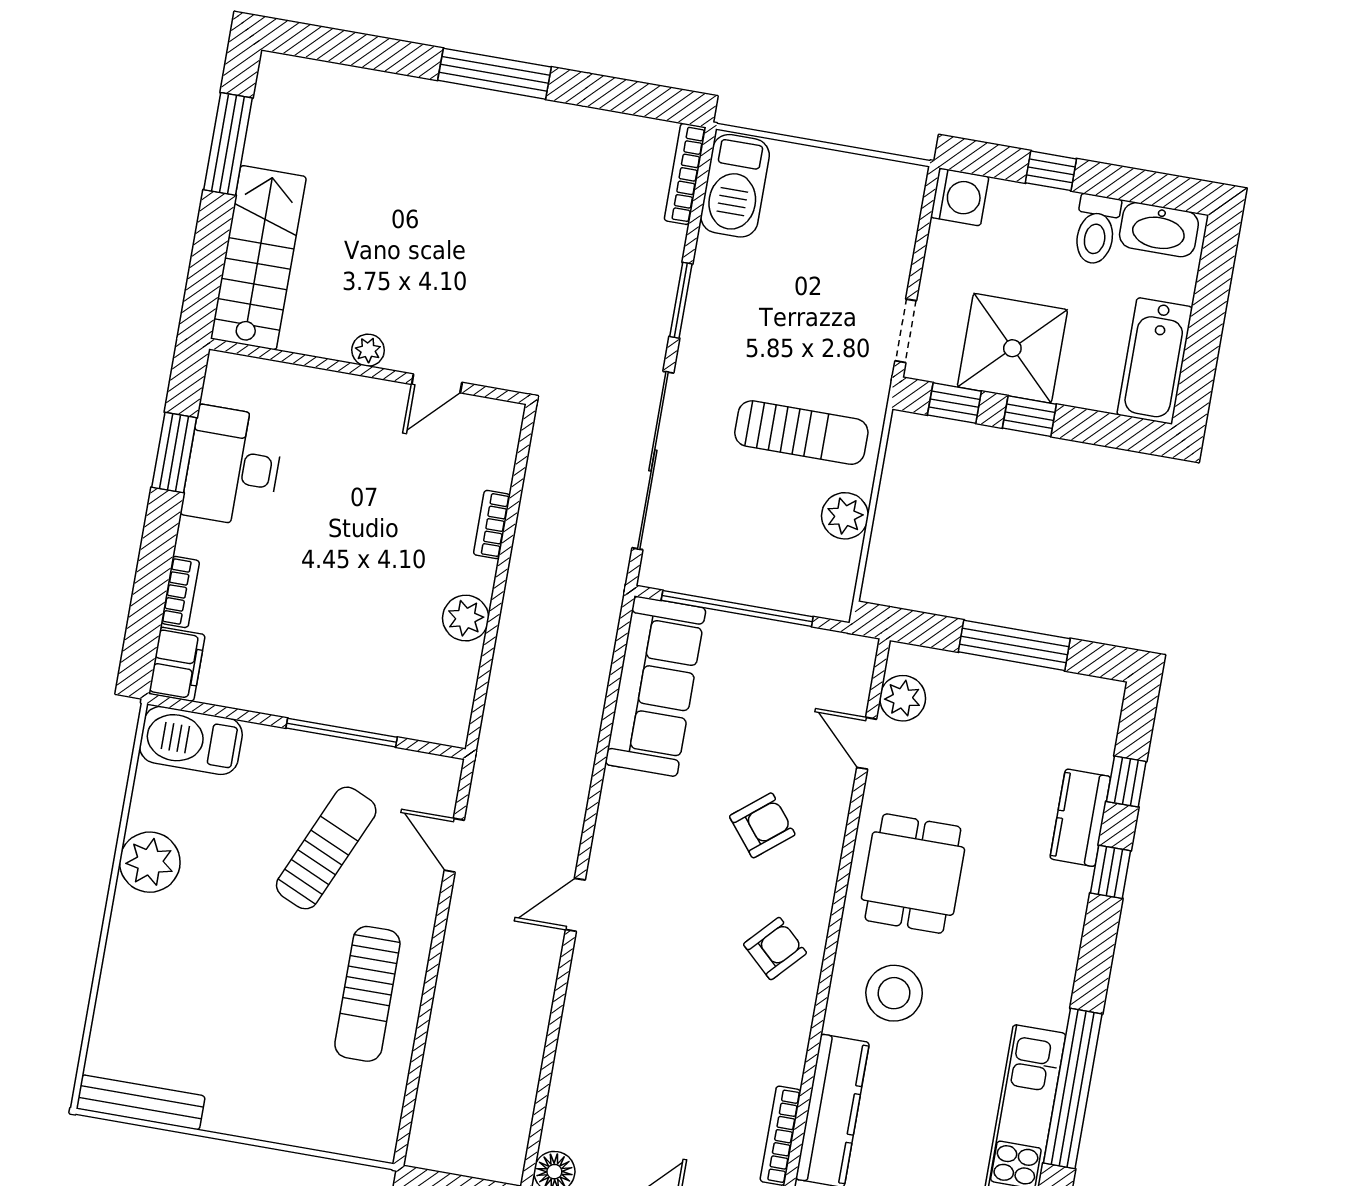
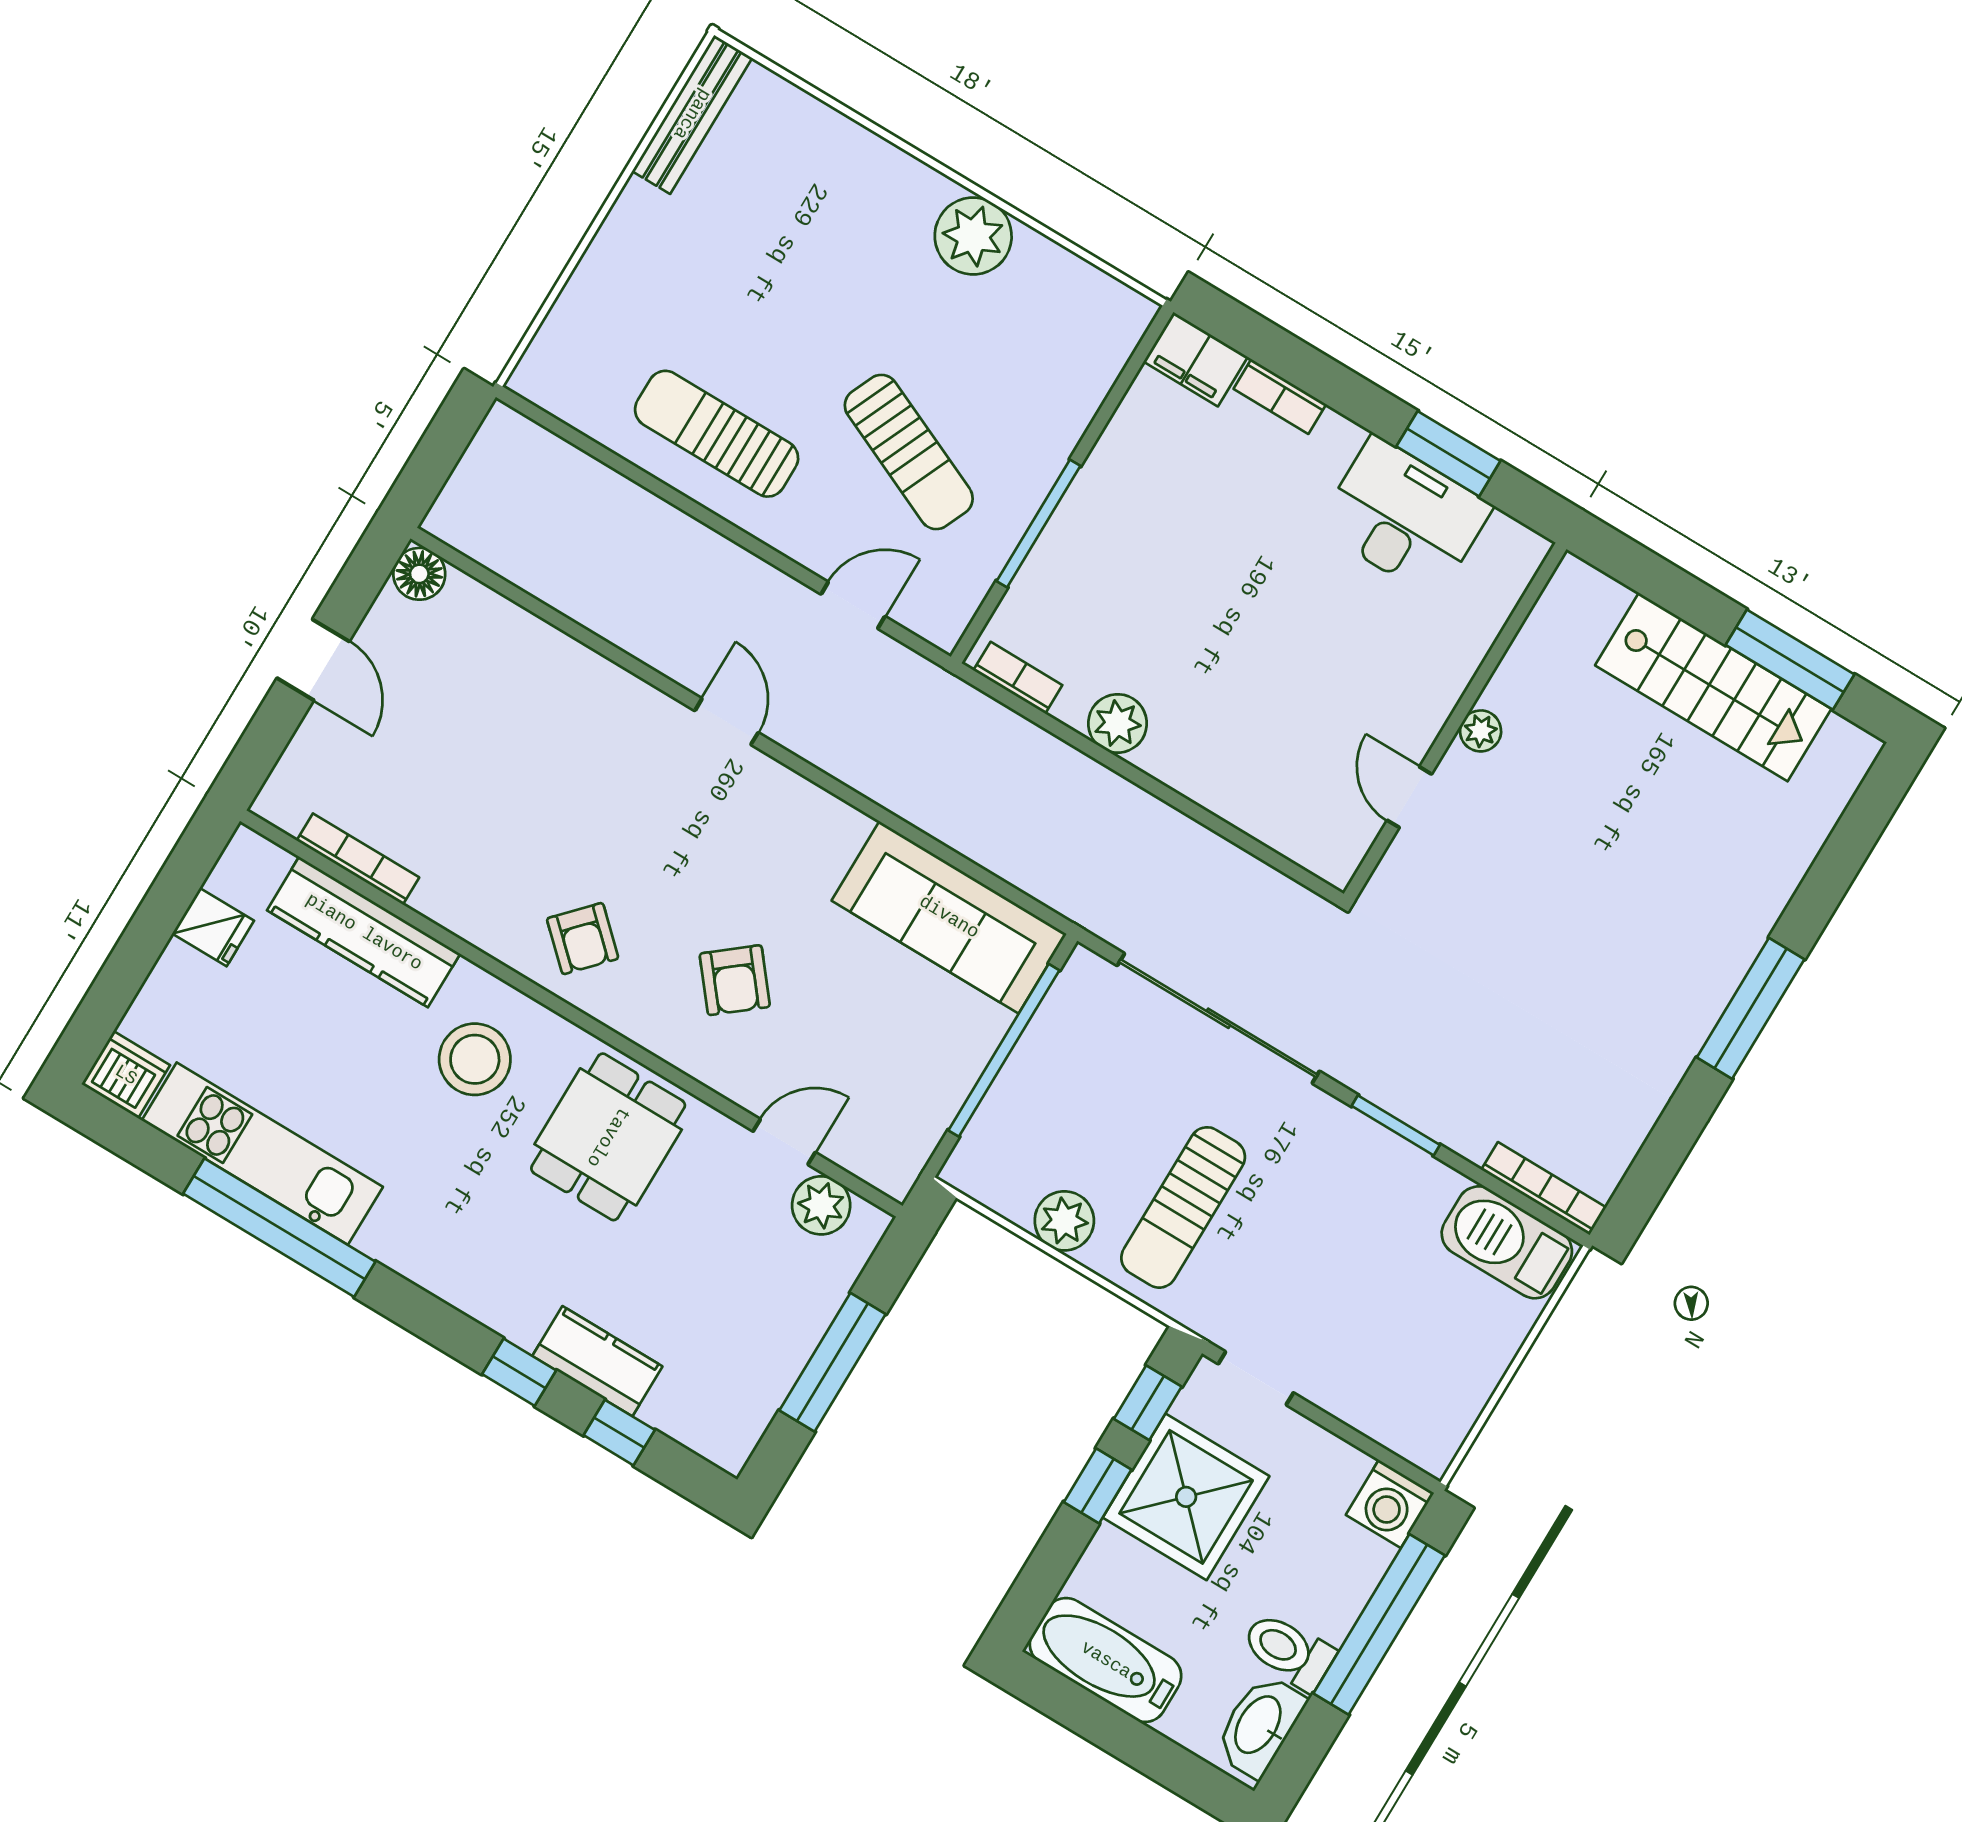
window: (1051, 171) -> (1379, 1624), width x3.17
stairs: (258, 258) -> (1713, 687), moved
bookcase: (492, 525) -> (1018, 678), moved
barbecue: (191, 740) -> (1099, 341), removed
dining table: (913, 874) -> (608, 1137), turned 90

